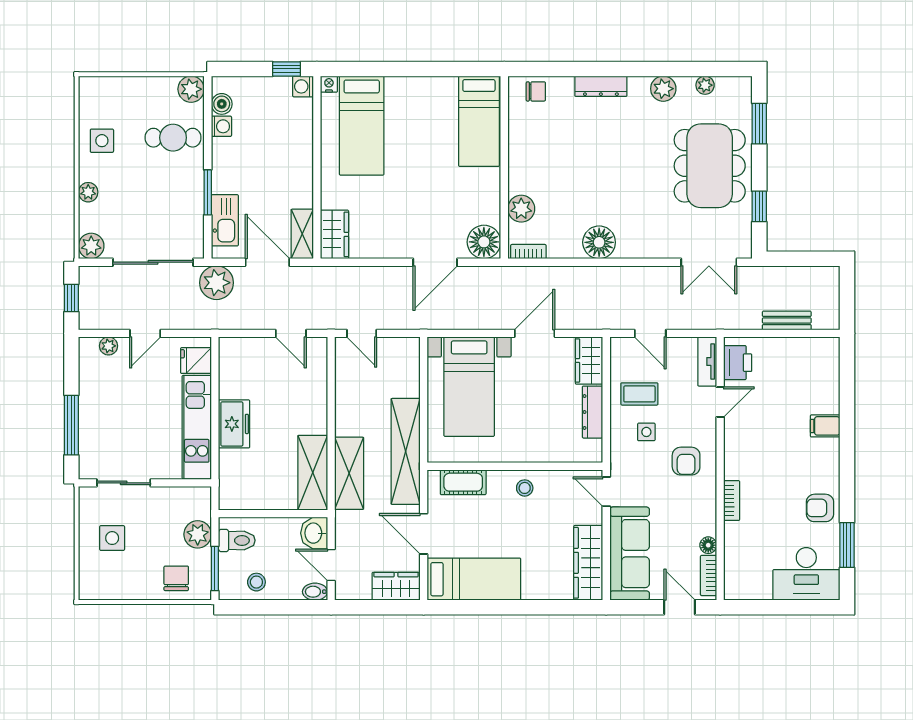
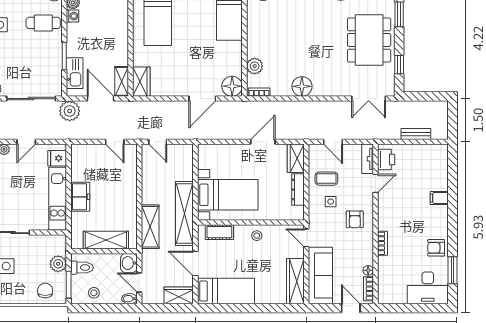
bed with nightstands: (469, 387) -> (228, 195), moved, turned -90
shelving: (313, 472) -> (106, 240), moved, turned 90

